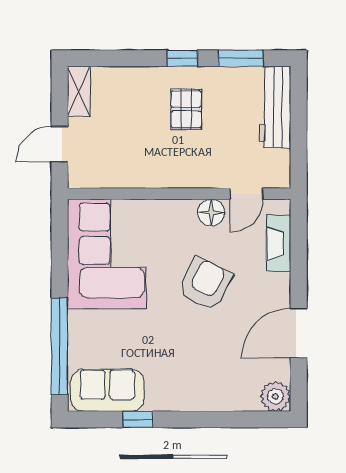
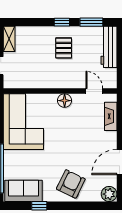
door: (246, 194) -> (94, 91), swing flipped
floor lamp: (211, 212) -> (65, 101), moved
armchair: (205, 284) -> (71, 184), moved

